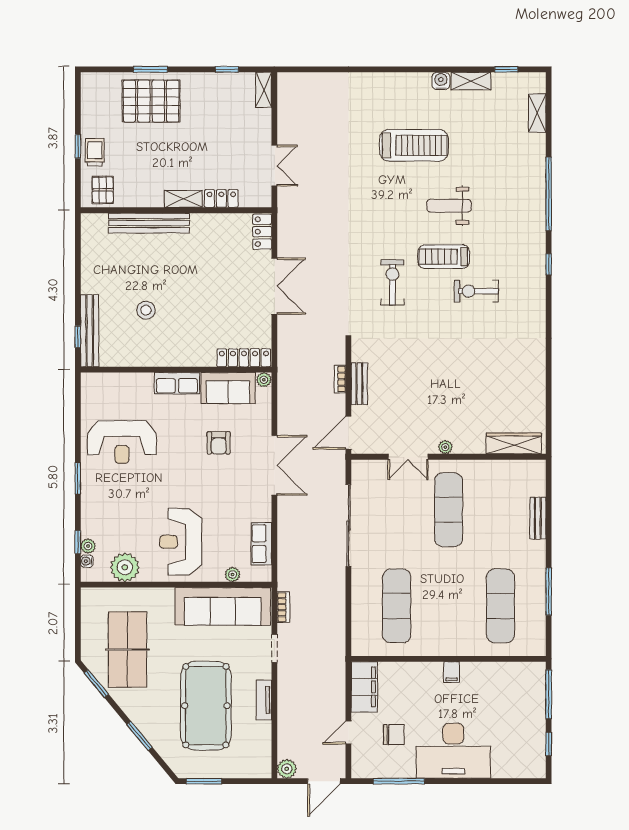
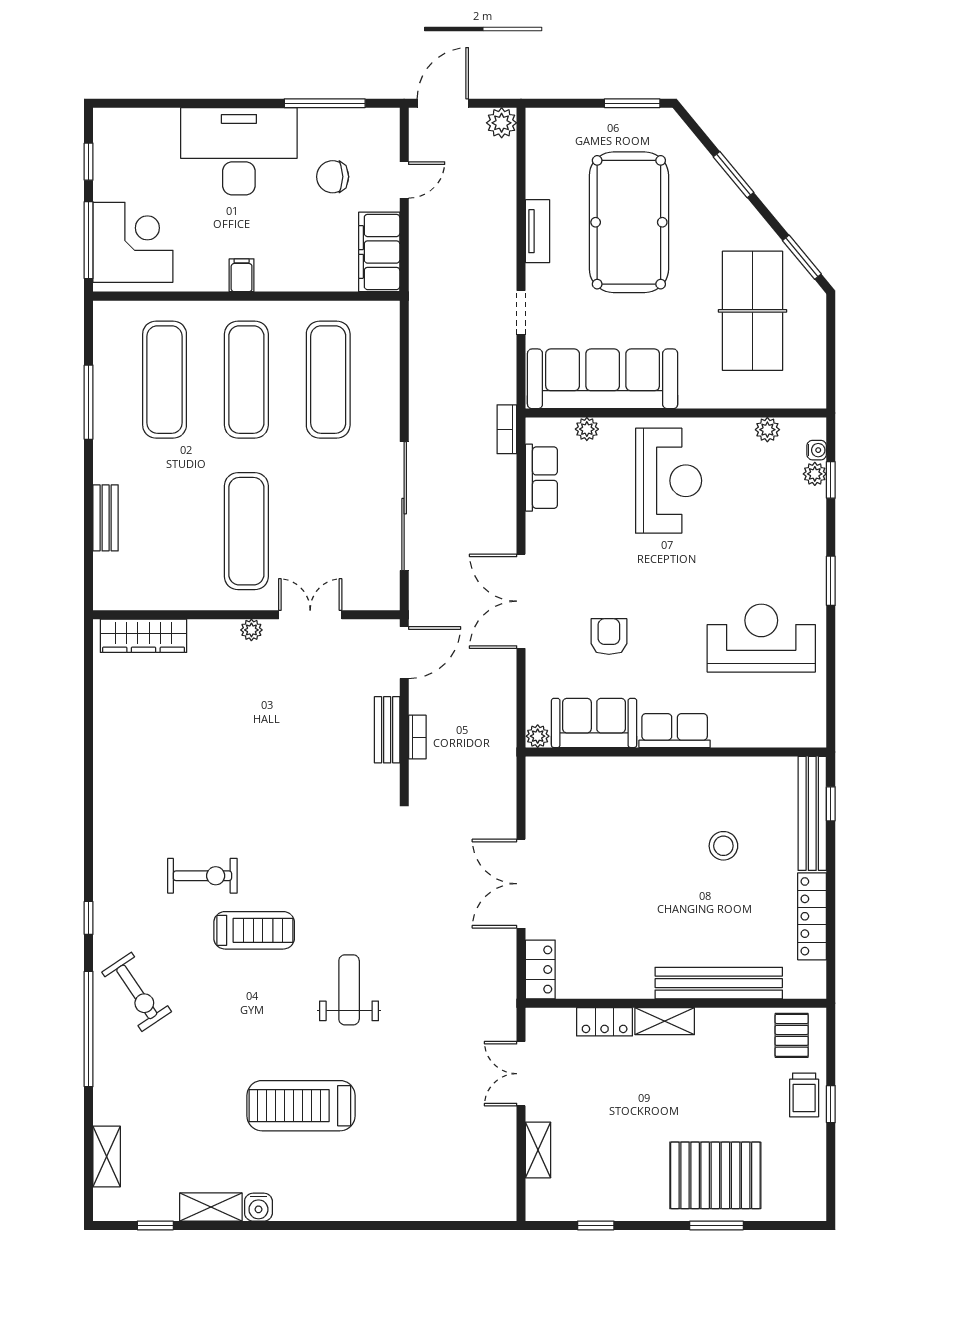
shelving: (264, 90) -> (538, 1150), moved
weight bench: (449, 206) -> (349, 990), moved, turned -90
exercise bike: (392, 282) -> (137, 992), moved, turned -34
locker: (244, 358) -> (812, 916), moved, turned 90
plant: (125, 567) -> (767, 430), width x0.53, depth x0.53
exercise mat: (449, 606) -> (246, 380), added
bookcase: (283, 607) -> (507, 429), moved
corner desk: (520, 693) -> (133, 242), added

